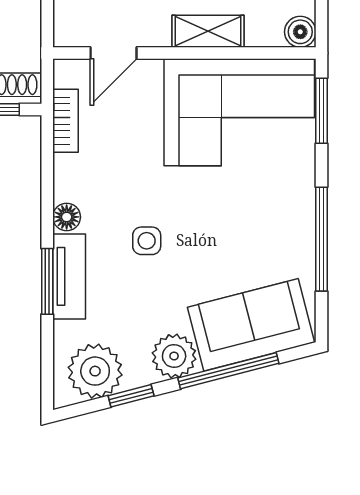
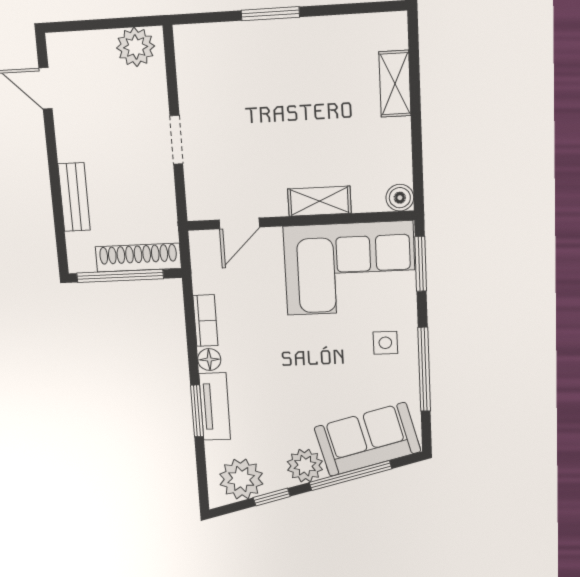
bookcase: (65, 121) -> (205, 321), moved
side table: (147, 241) -> (385, 343), moved

